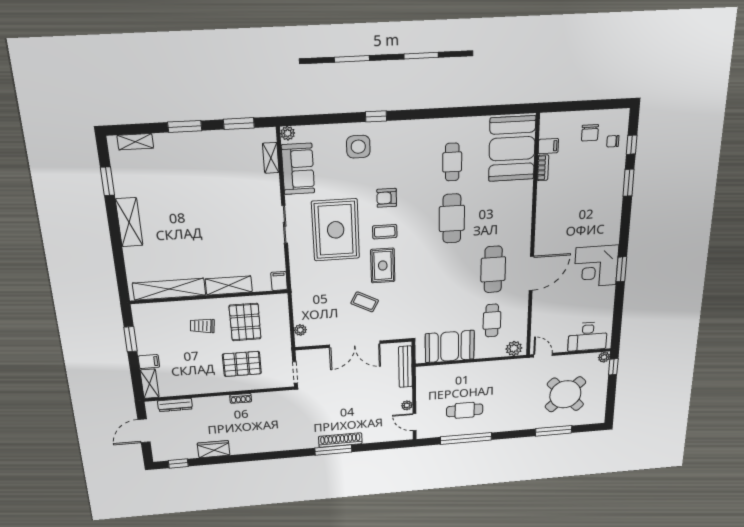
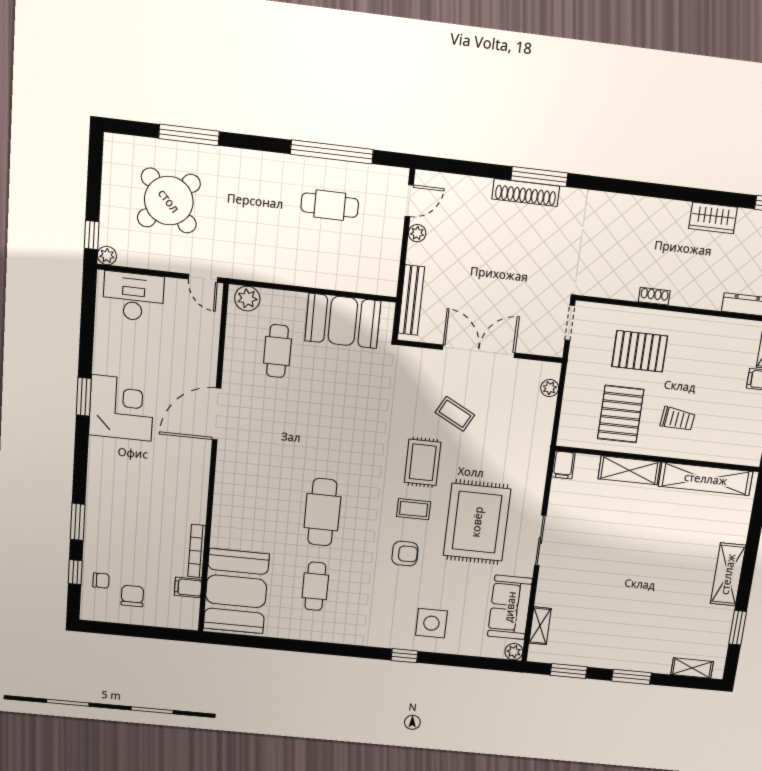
bookcase: (543, 168) -> (197, 551), width x1.56
cafe table: (493, 269) -> (271, 430), removed
door: (414, 422) -> (409, 201), hinge flipped

